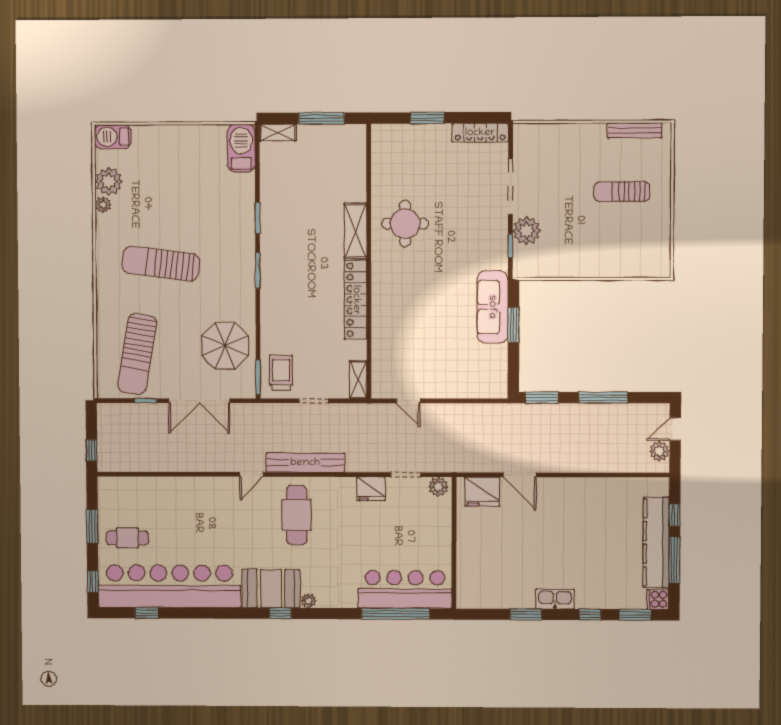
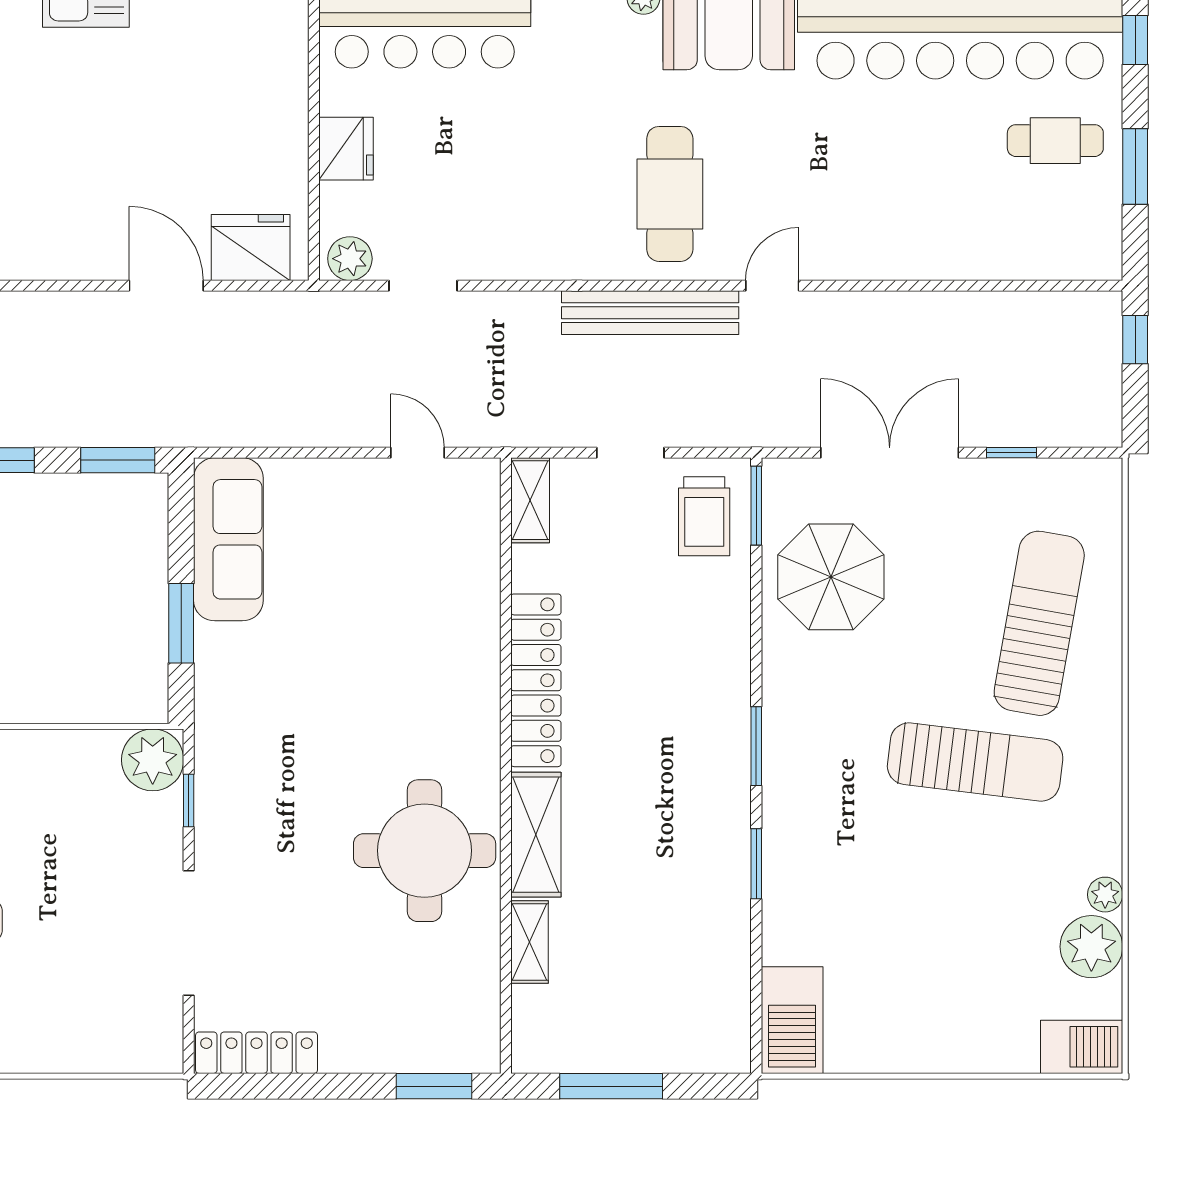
window: (427, 118) -> (434, 1086), moved
shelving: (278, 132) -> (530, 942), moved, turned 90
round table: (405, 224) -> (425, 851), width x1.36, depth x1.36
plant: (526, 231) -> (153, 760), moved
sofa: (492, 307) -> (228, 539), moved
sun lounger: (137, 354) -> (1039, 623), moved
fridge: (371, 489) -> (346, 149), moved, turned 90

